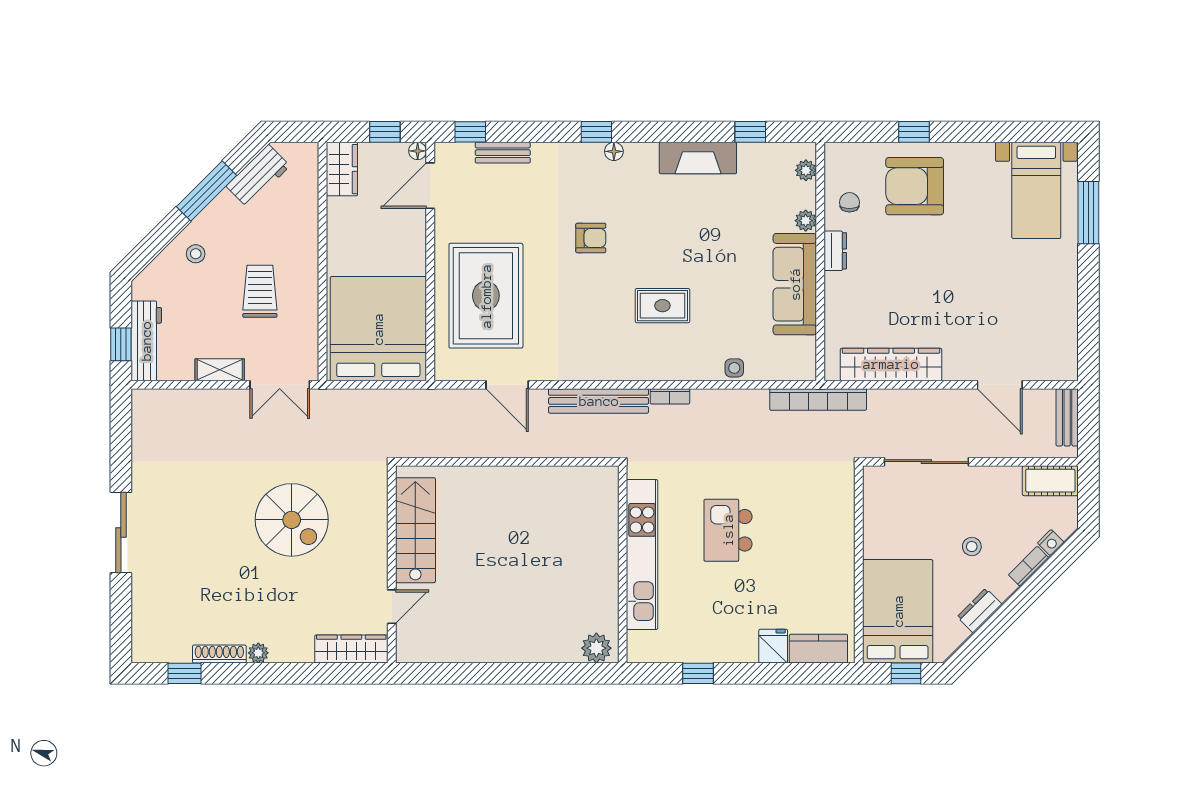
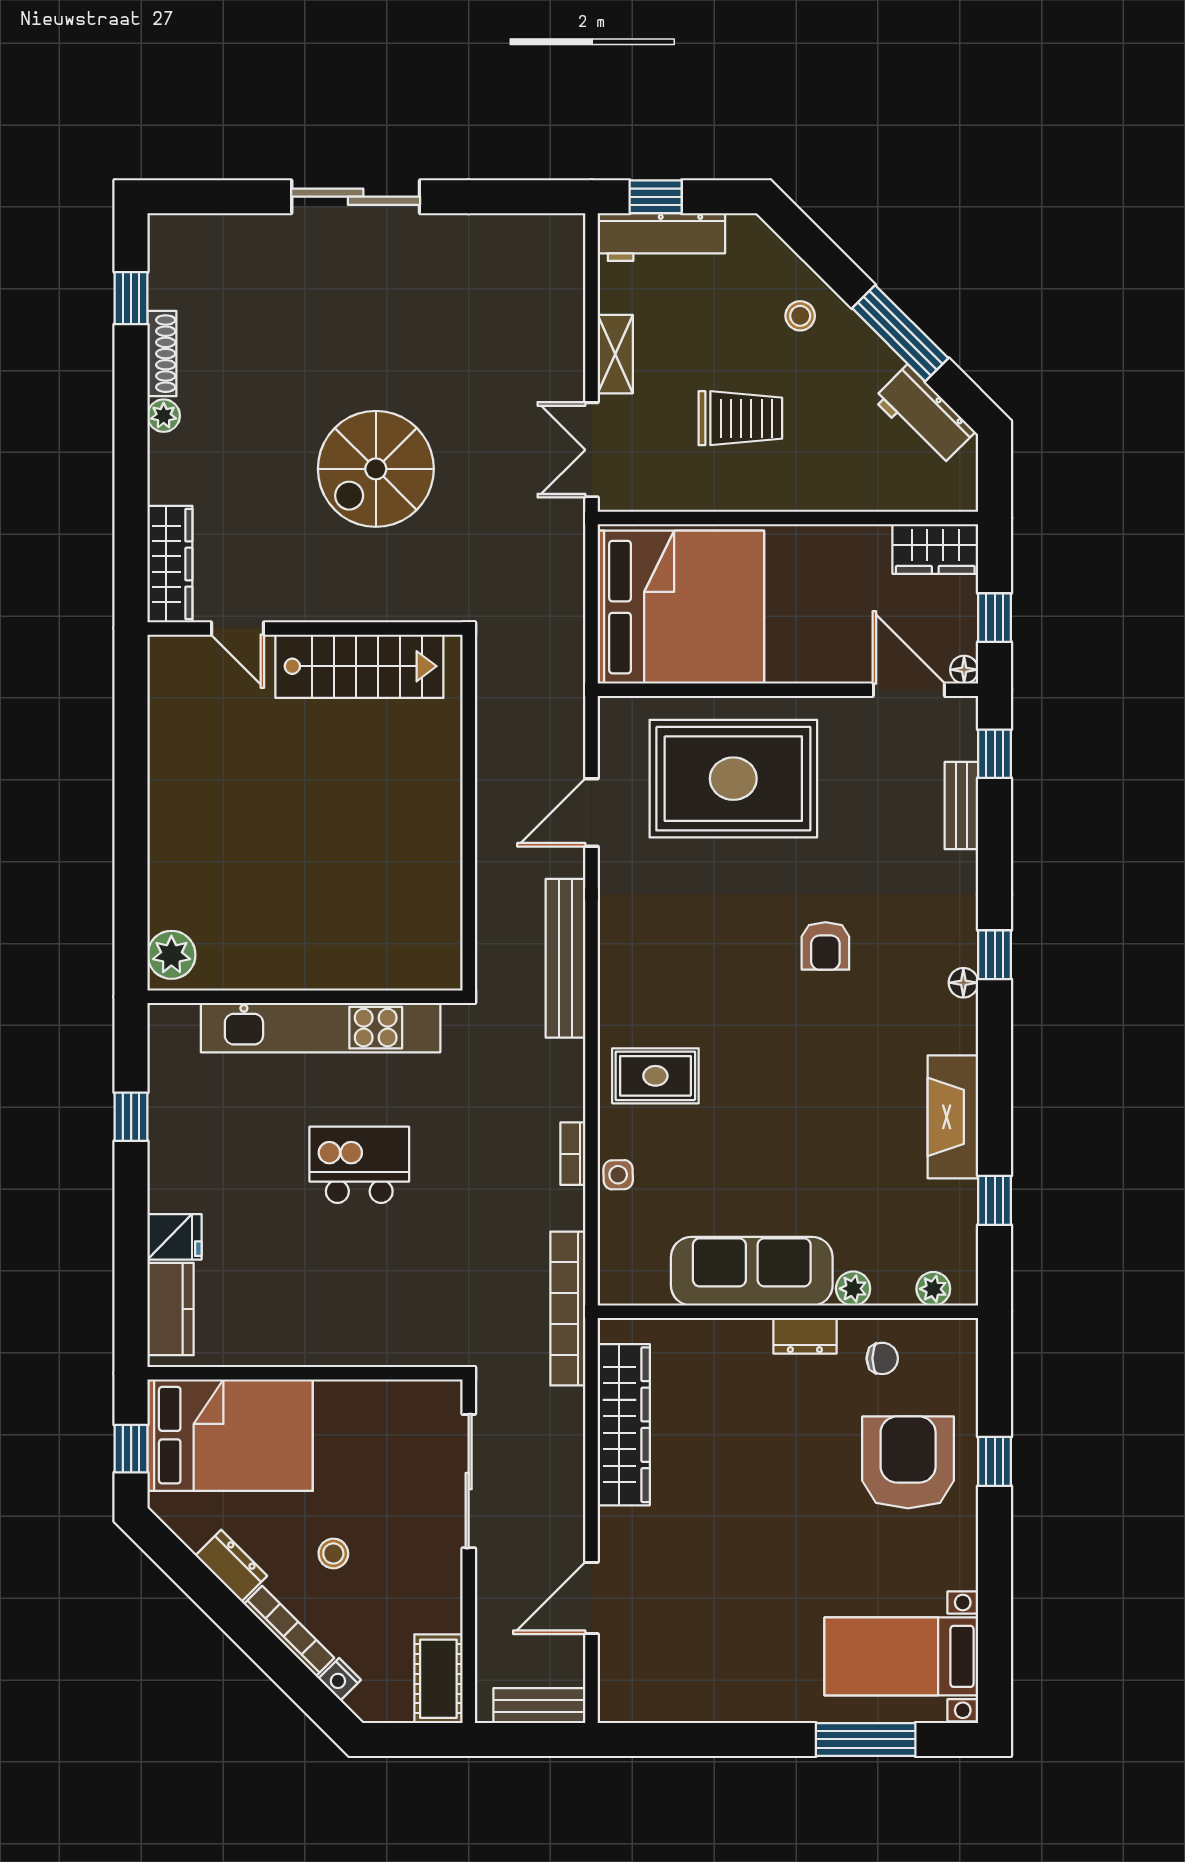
rug: (662, 306) -> (655, 1076), moved, turned 90
bookcase: (670, 396) -> (573, 1154), moved
bookcase: (1029, 566) -> (289, 1631), width x1.56

